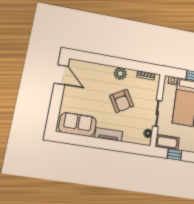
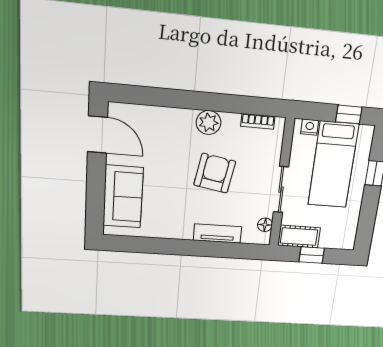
armchair: (122, 101) -> (215, 173), turned -140
sofa: (77, 124) -> (123, 197), moved, turned 90
tv unit: (109, 134) -> (217, 233), moved

